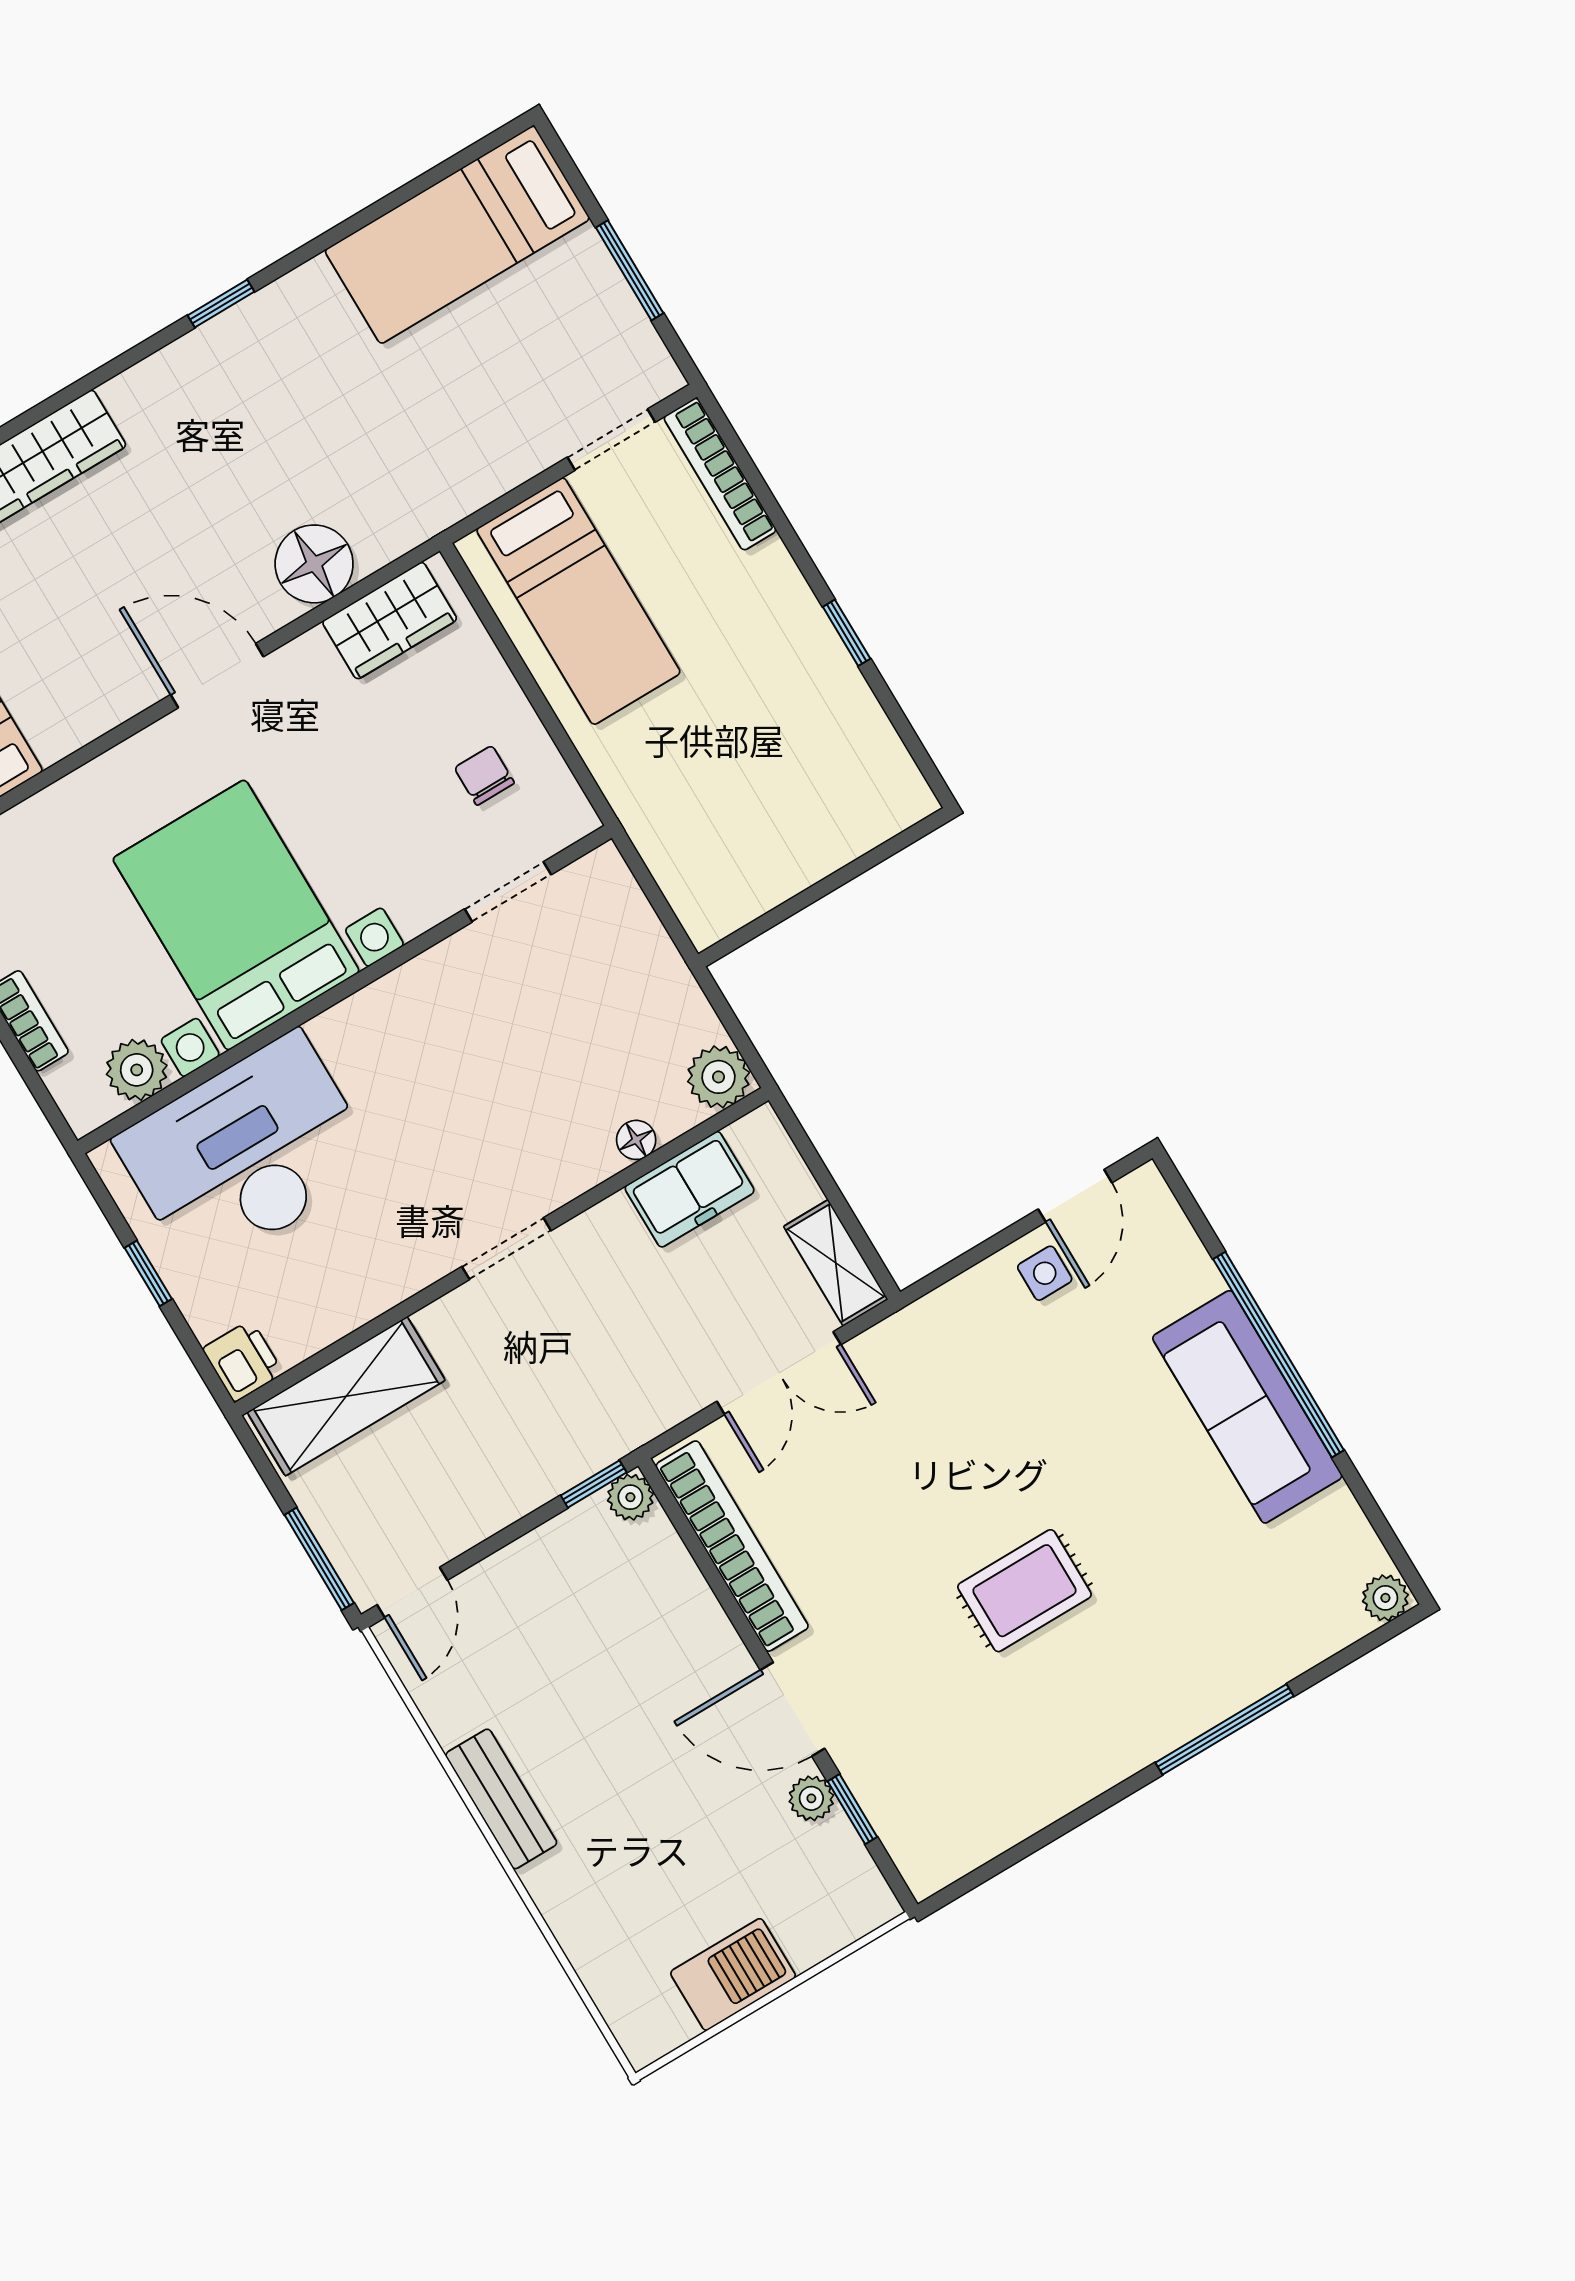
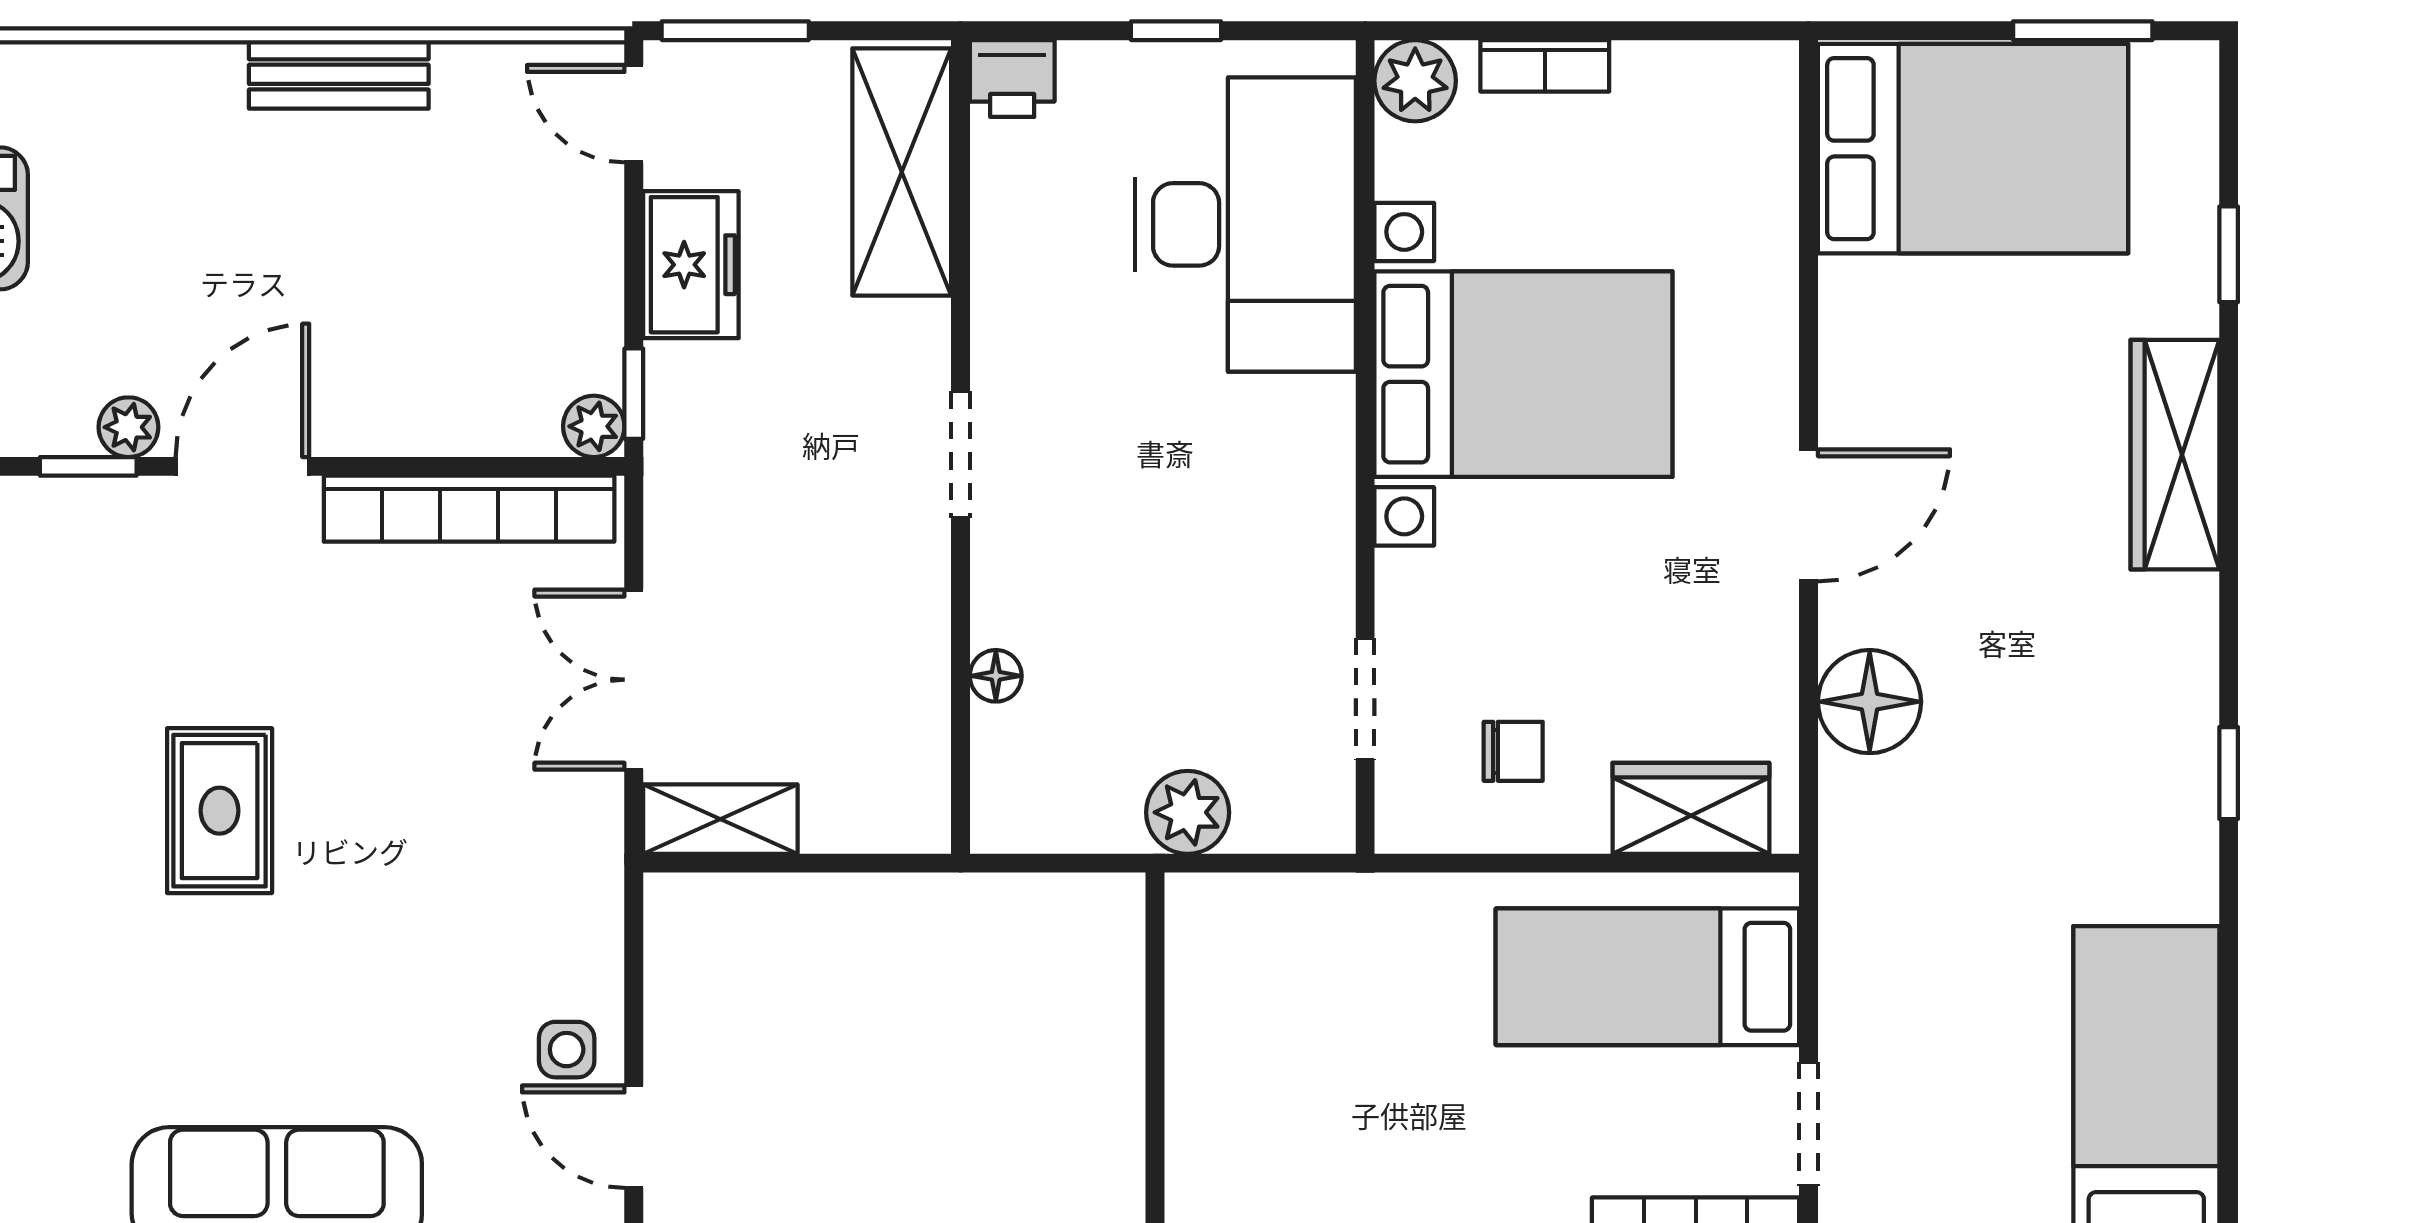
wardrobe: (390, 621) -> (1691, 808), moved, turned 90
plant: (137, 1070) -> (1415, 81), moved
plant: (719, 1077) -> (1188, 812), moved
freezer: (690, 1189) -> (691, 265), moved, turned 180

